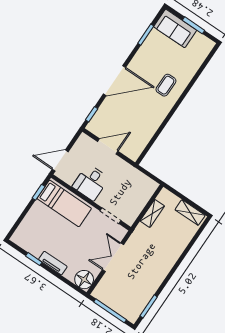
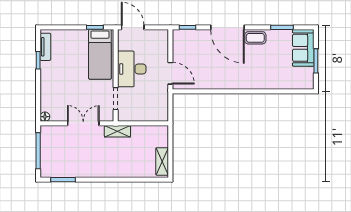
coffee table: (166, 85) -> (255, 38), moved
door: (108, 146) -> (170, 73), moved
desk: (91, 182) -> (132, 69), width x1.37
shelving: (152, 213) -> (117, 131), moved
tv unit: (53, 263) -> (45, 47), moved
floor lamp: (84, 280) -> (45, 117), width x0.53, depth x0.53

